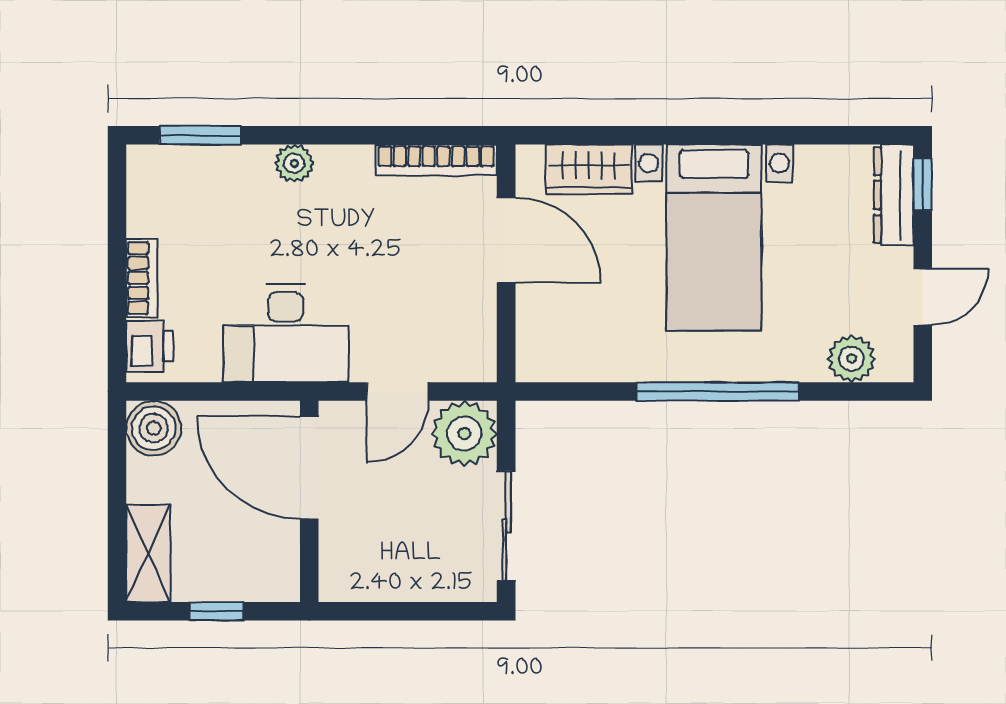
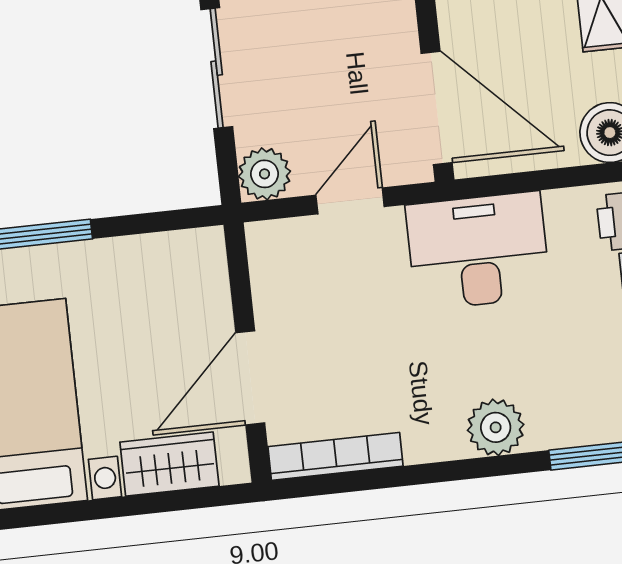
plant: (294, 163) -> (496, 427), width x1.38, depth x1.38
door: (506, 240) -> (250, 378), hinge flipped
plant: (464, 433) -> (265, 174), width x0.73, depth x0.73

